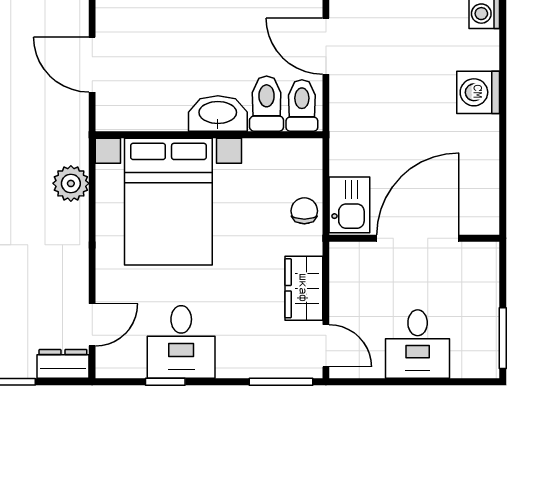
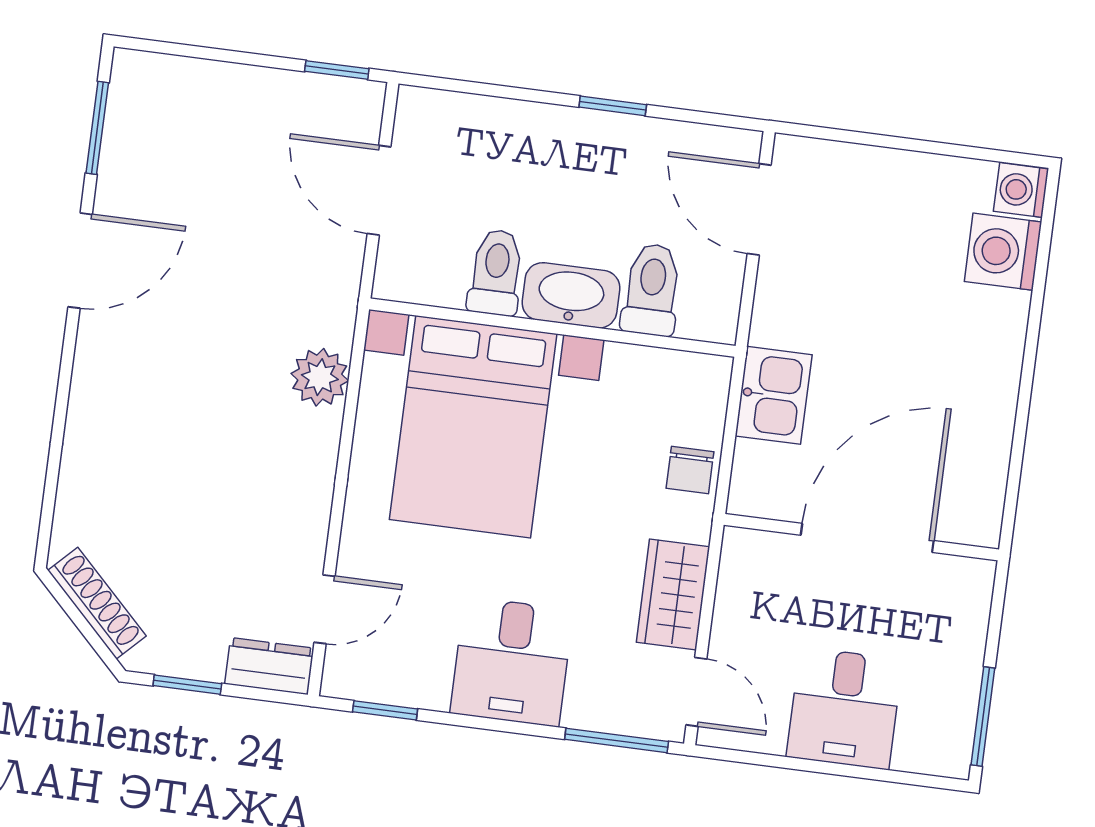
washing machine: (478, 92) -> (1003, 252), moved
toilet: (302, 105) -> (496, 272), moved
kitchen sink: (349, 205) -> (774, 395), moved
chair: (304, 211) -> (690, 470), turned 180
desk: (181, 342) -> (512, 662), moved
window: (165, 382) -> (385, 710), moved

